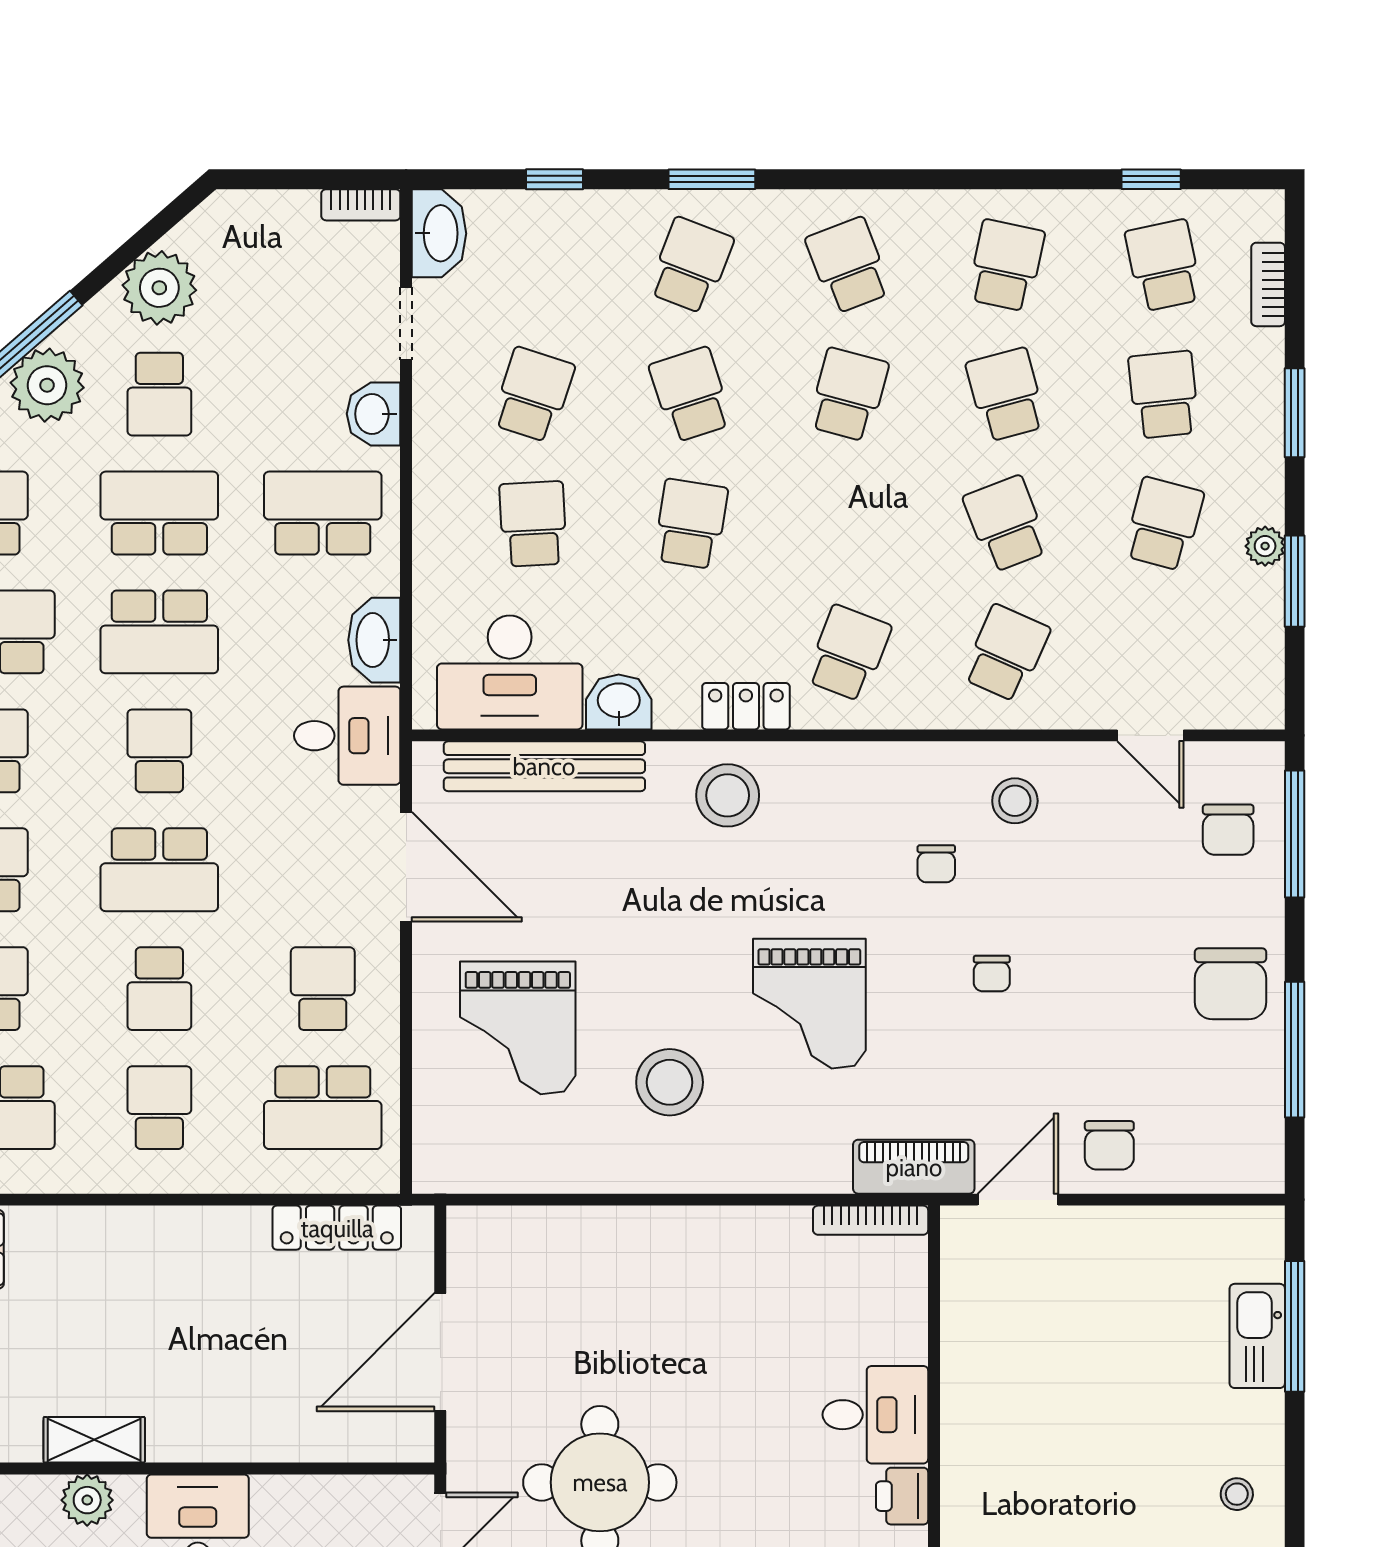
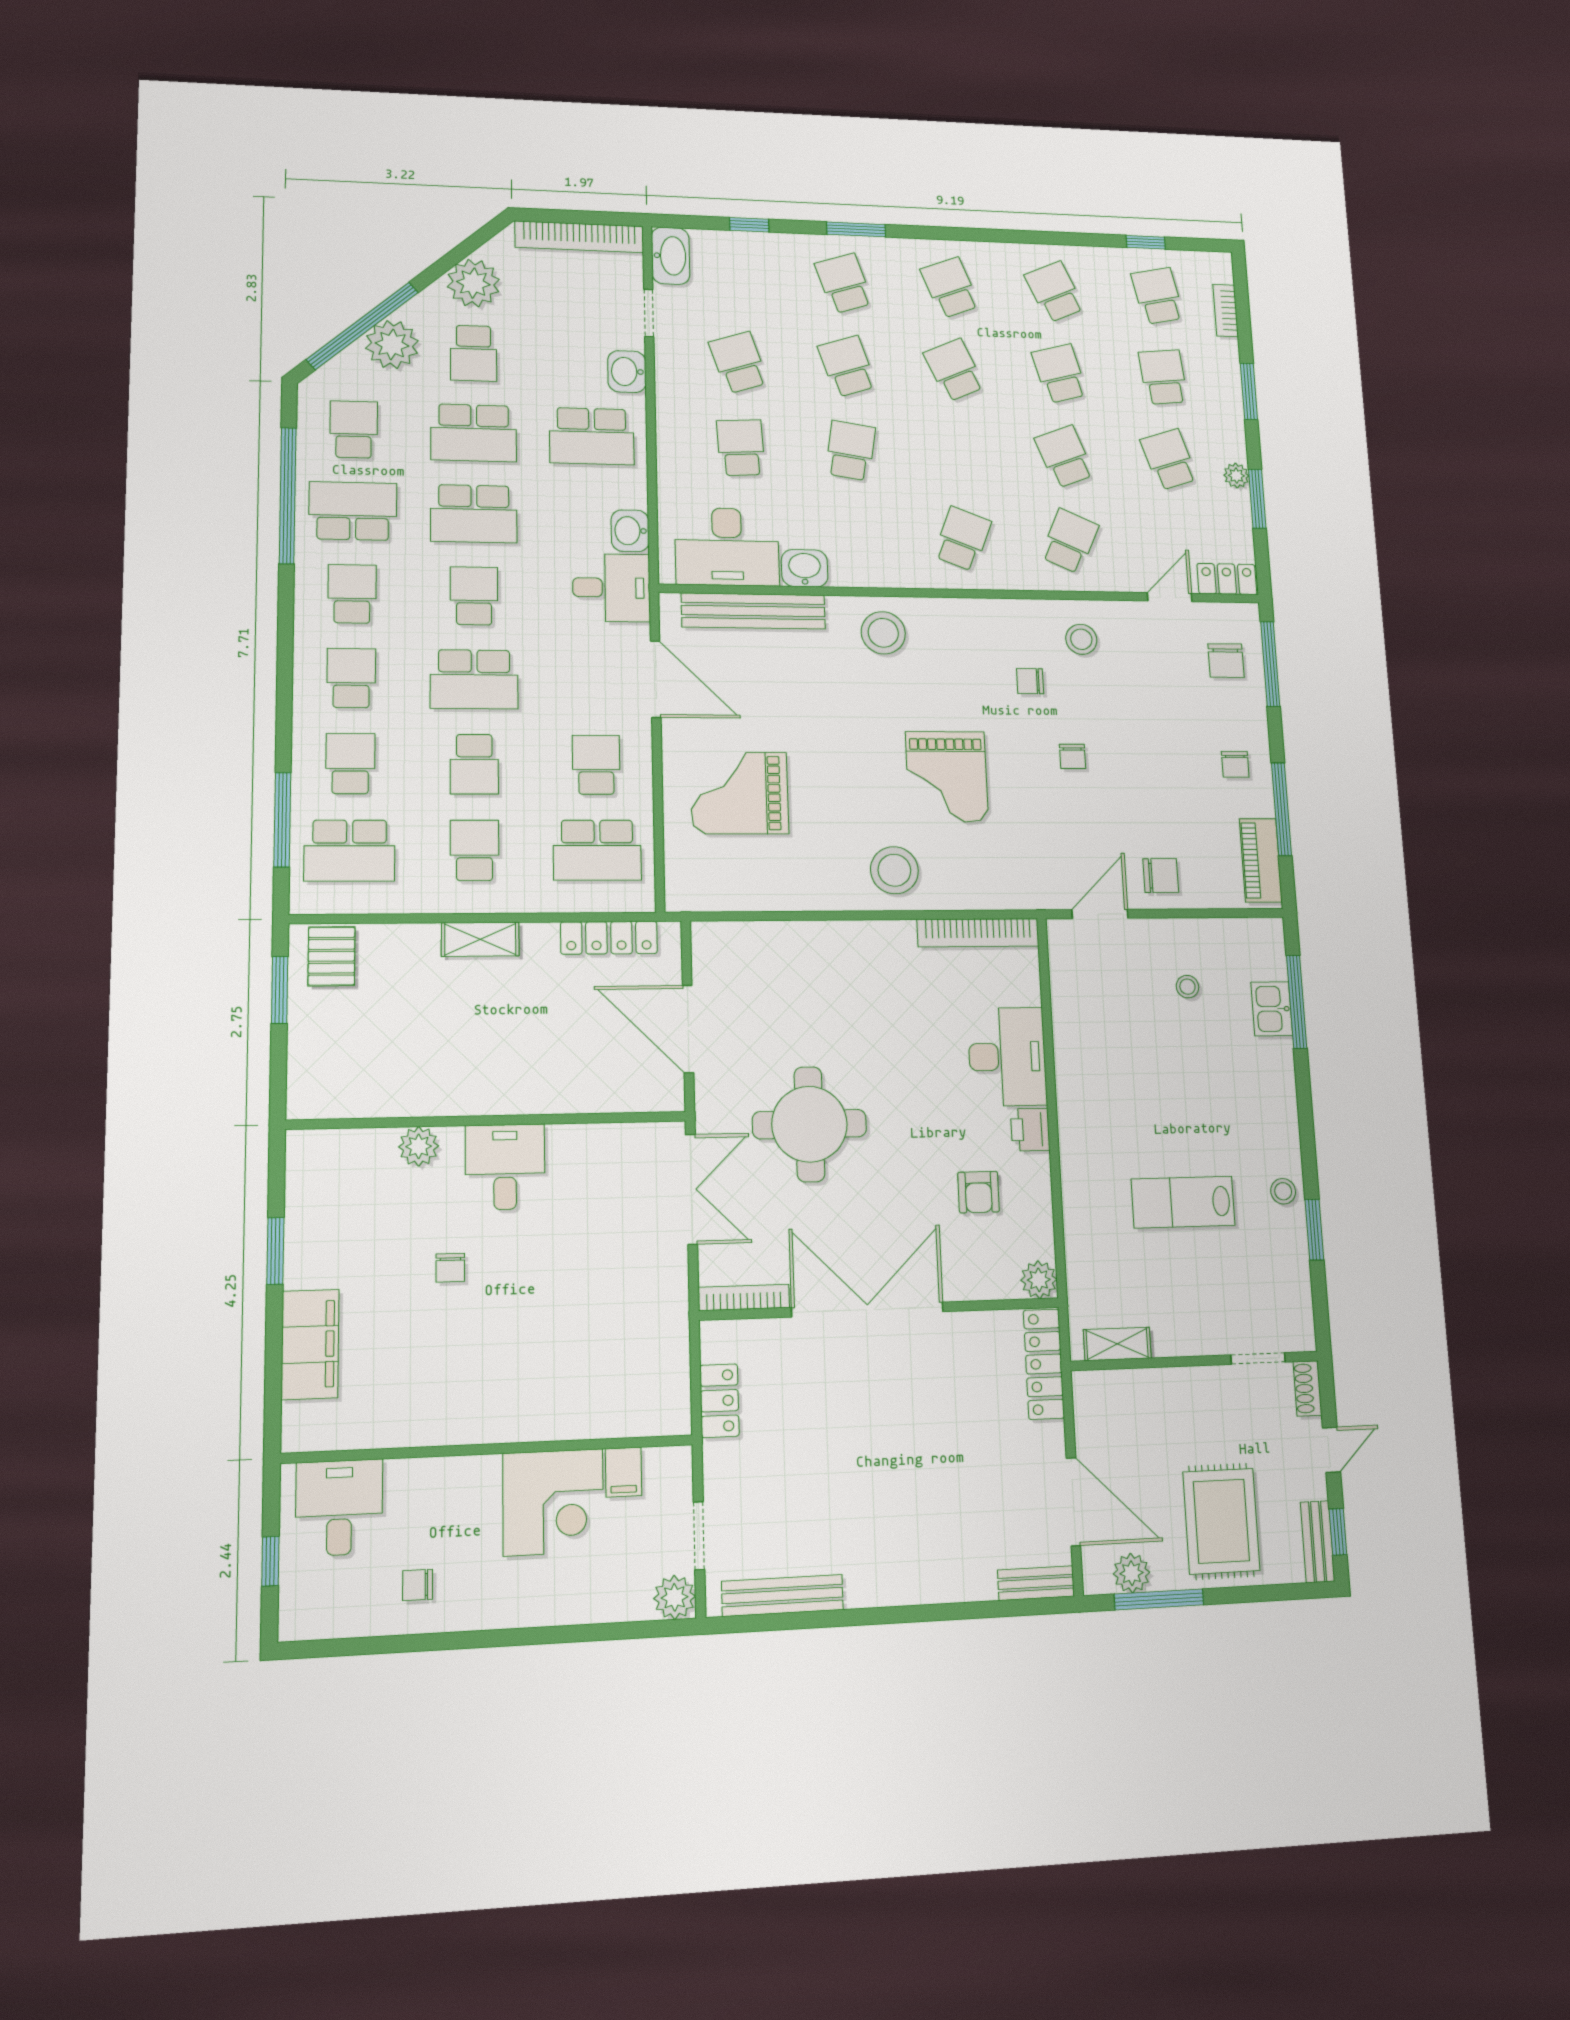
bookcase: (361, 205) -> (579, 237), width x2.31, depth x1.31
school desk: (691, 265) -> (844, 283), turned -39
school desk: (1006, 265) -> (1055, 292), turned -36
school desk: (533, 395) -> (738, 363), turned -36
school desk: (848, 395) -> (954, 370), turned -39
school desk: (159, 513) -> (474, 433), turned 180
school desk: (323, 513) -> (592, 436), turned 180
school desk: (1164, 524) -> (1169, 459), turned -33
washbasin: (374, 640) -> (630, 531), width x0.72
locker: (746, 706) -> (1227, 579), moved
door: (1150, 735) -> (1170, 597), swing flipped
chair: (936, 864) -> (1030, 681), turned 90
chair: (1231, 984) -> (1235, 764), width x0.54, depth x0.54
grand piano: (518, 1028) -> (739, 793), turned 90
stool: (670, 1082) -> (894, 870), moved
chair: (1109, 1145) -> (1161, 875), turned -90
piano: (914, 1167) -> (1261, 860), moved, turned -90
bookcase: (871, 1220) -> (978, 933), width x1.48, depth x1.31
kitchen sink: (1257, 1336) -> (1272, 1009), width x0.73
door: (440, 1352) -> (688, 1029), hinge flipped
desk: (875, 1415) -> (1007, 1057), width x1.37
shelving: (94, 1440) -> (480, 939), moved
stool: (1237, 1494) -> (1187, 987), moved

